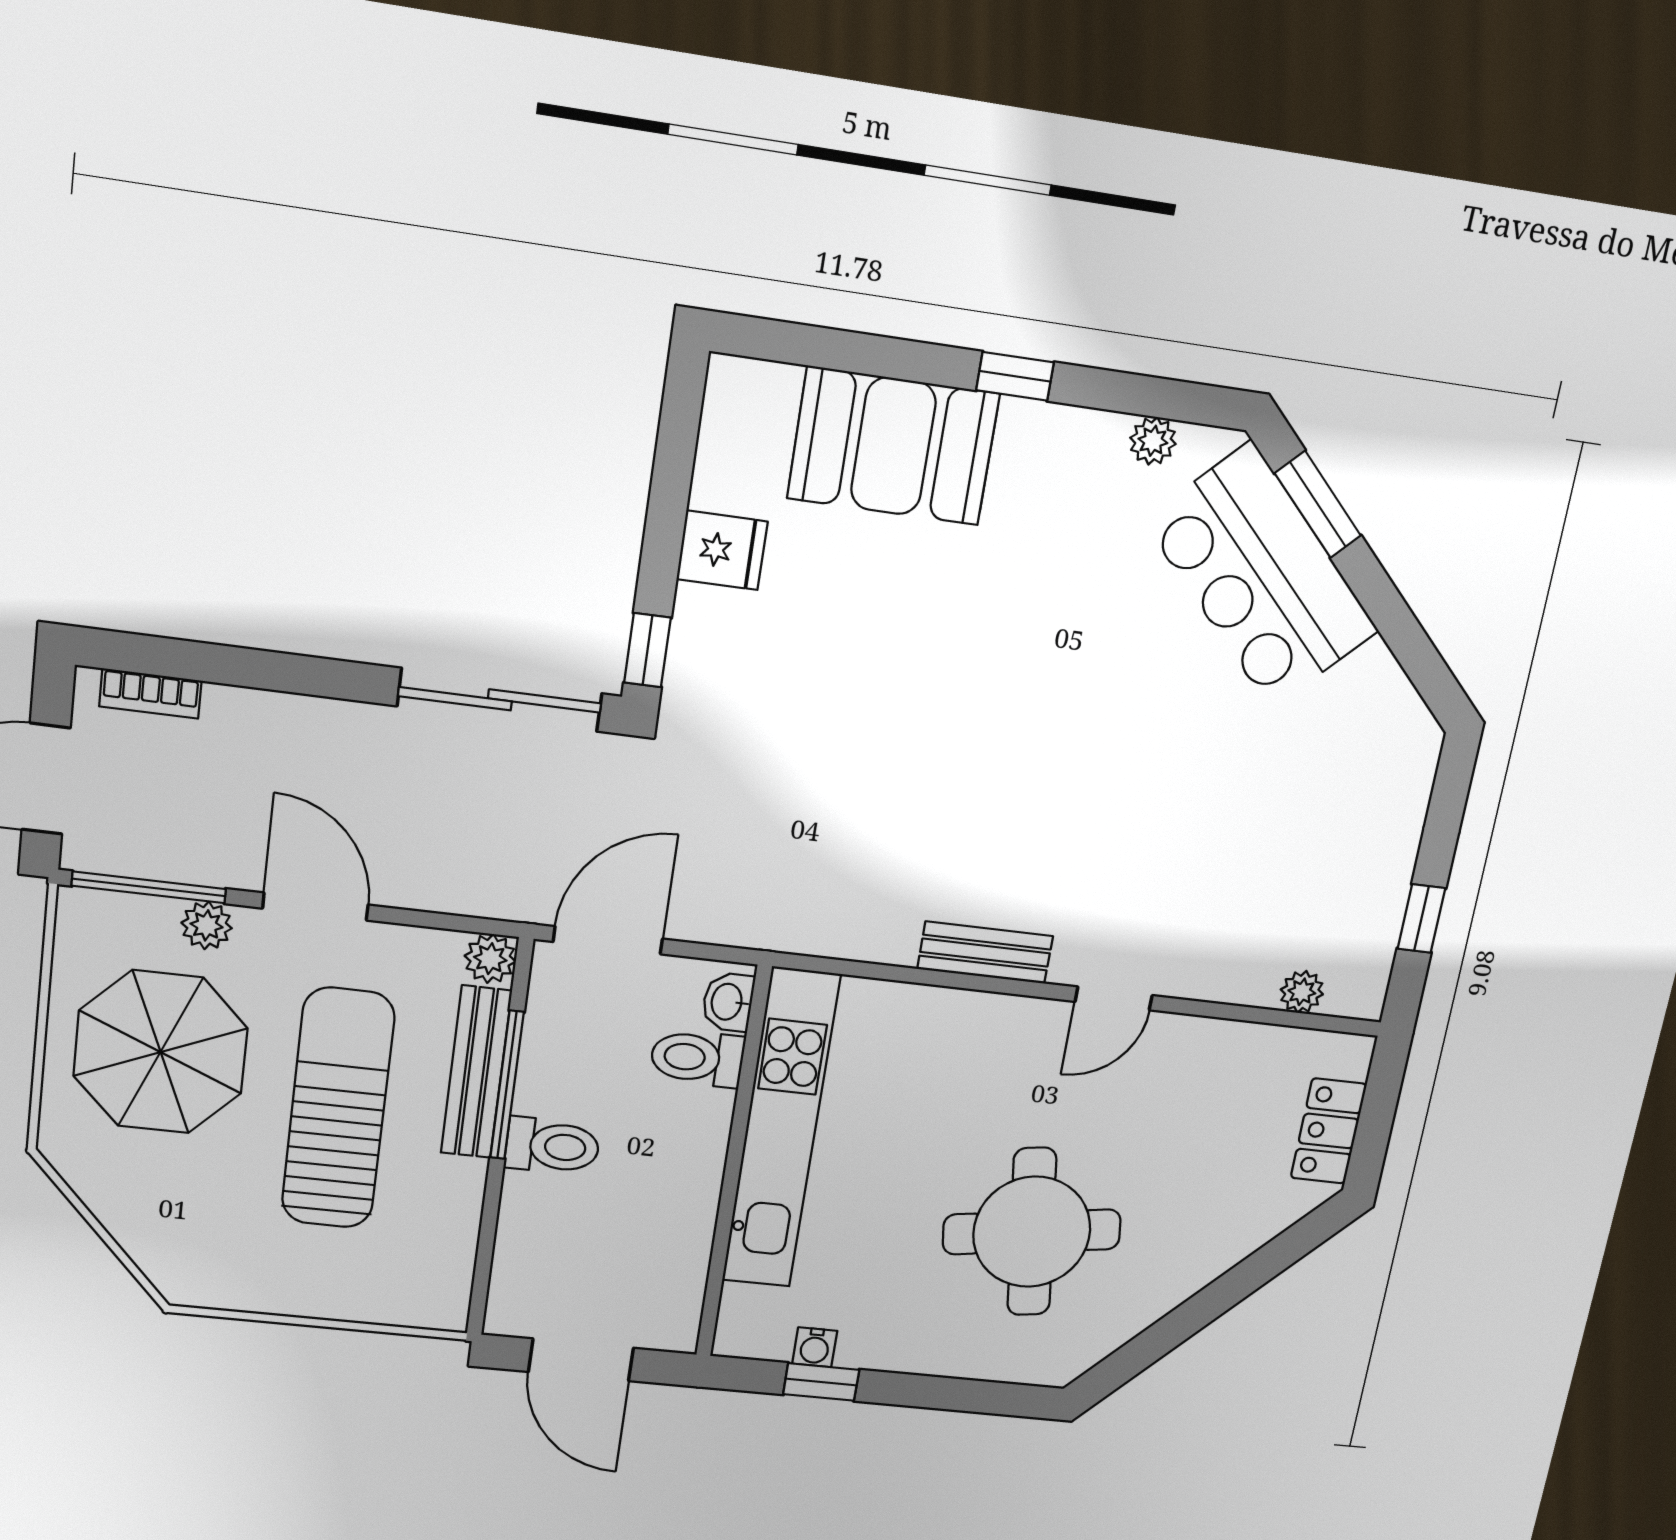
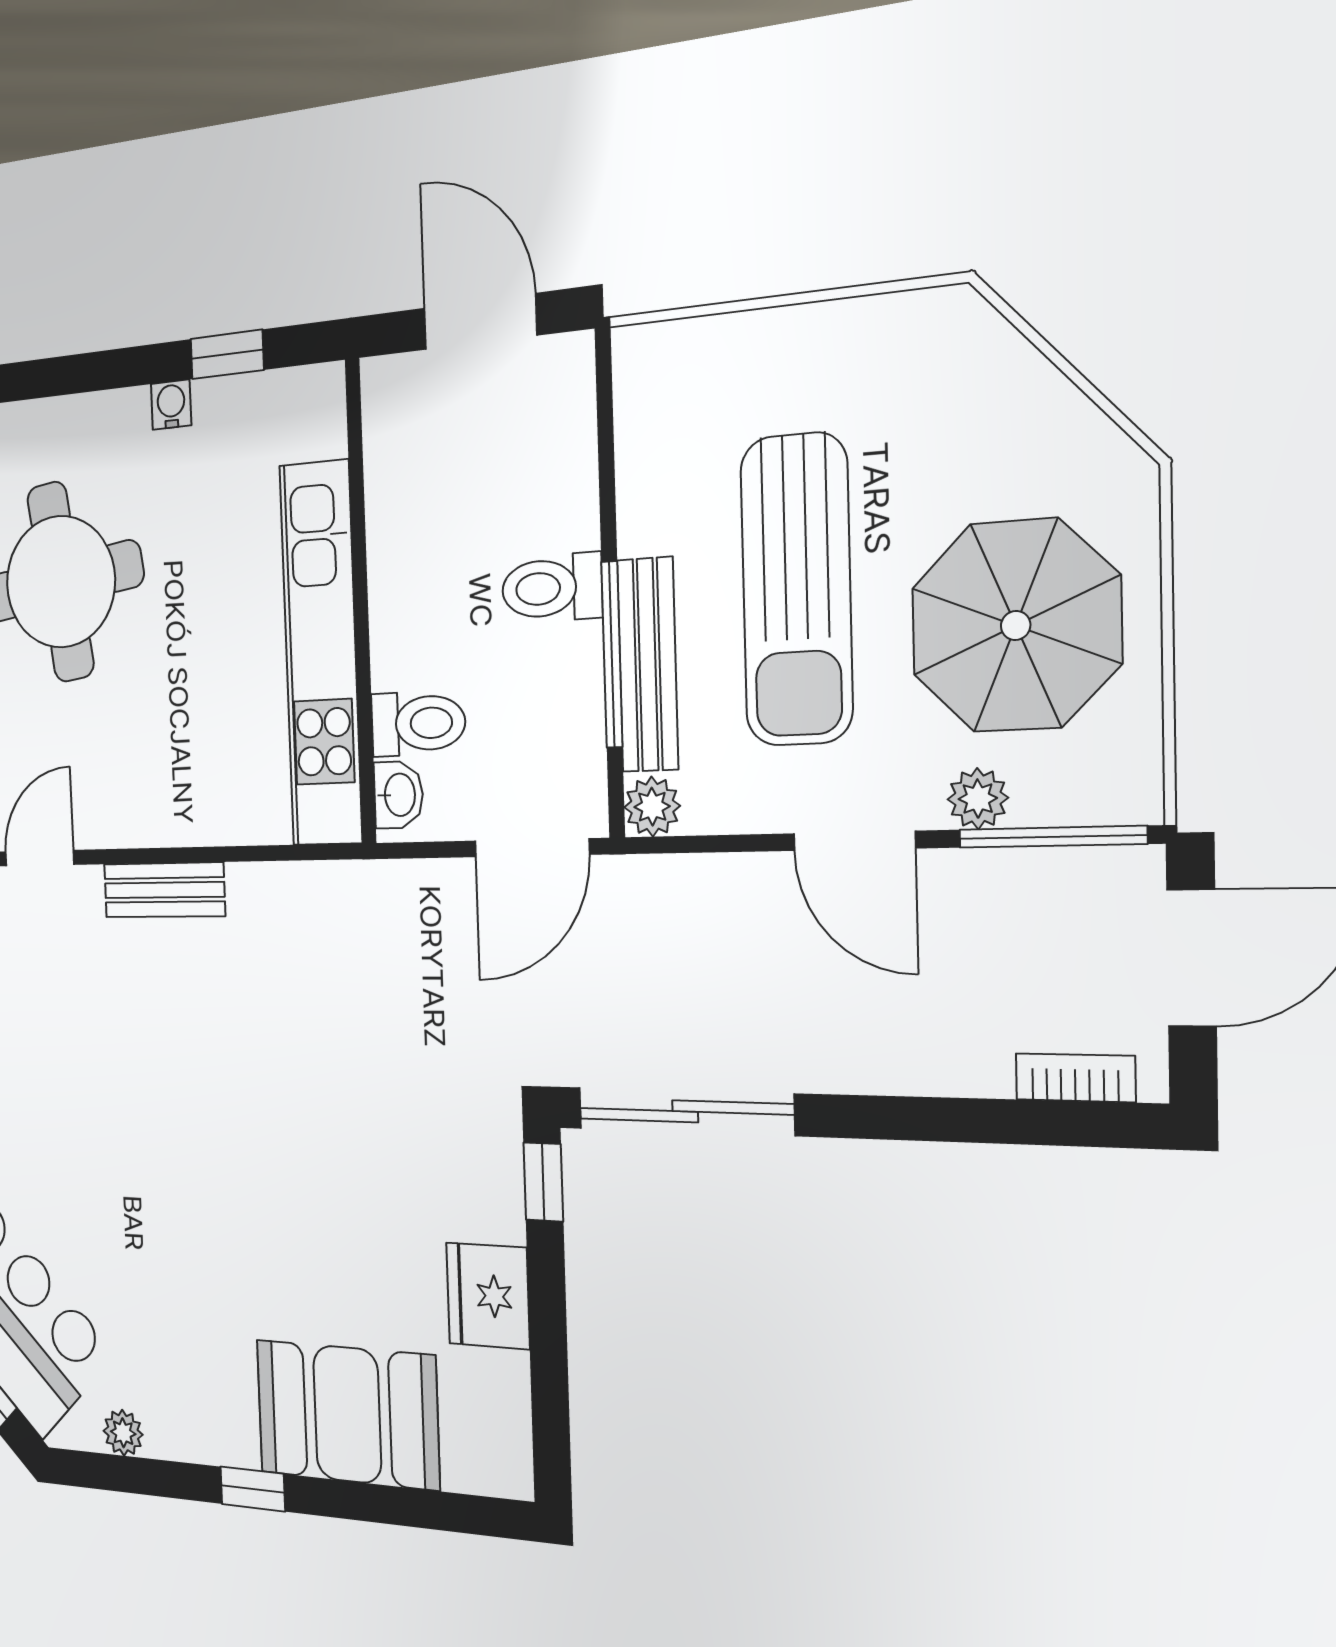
fridge: (722, 550) -> (488, 1296), width x1.38
water cooler: (815, 1347) -> (171, 405), moved

